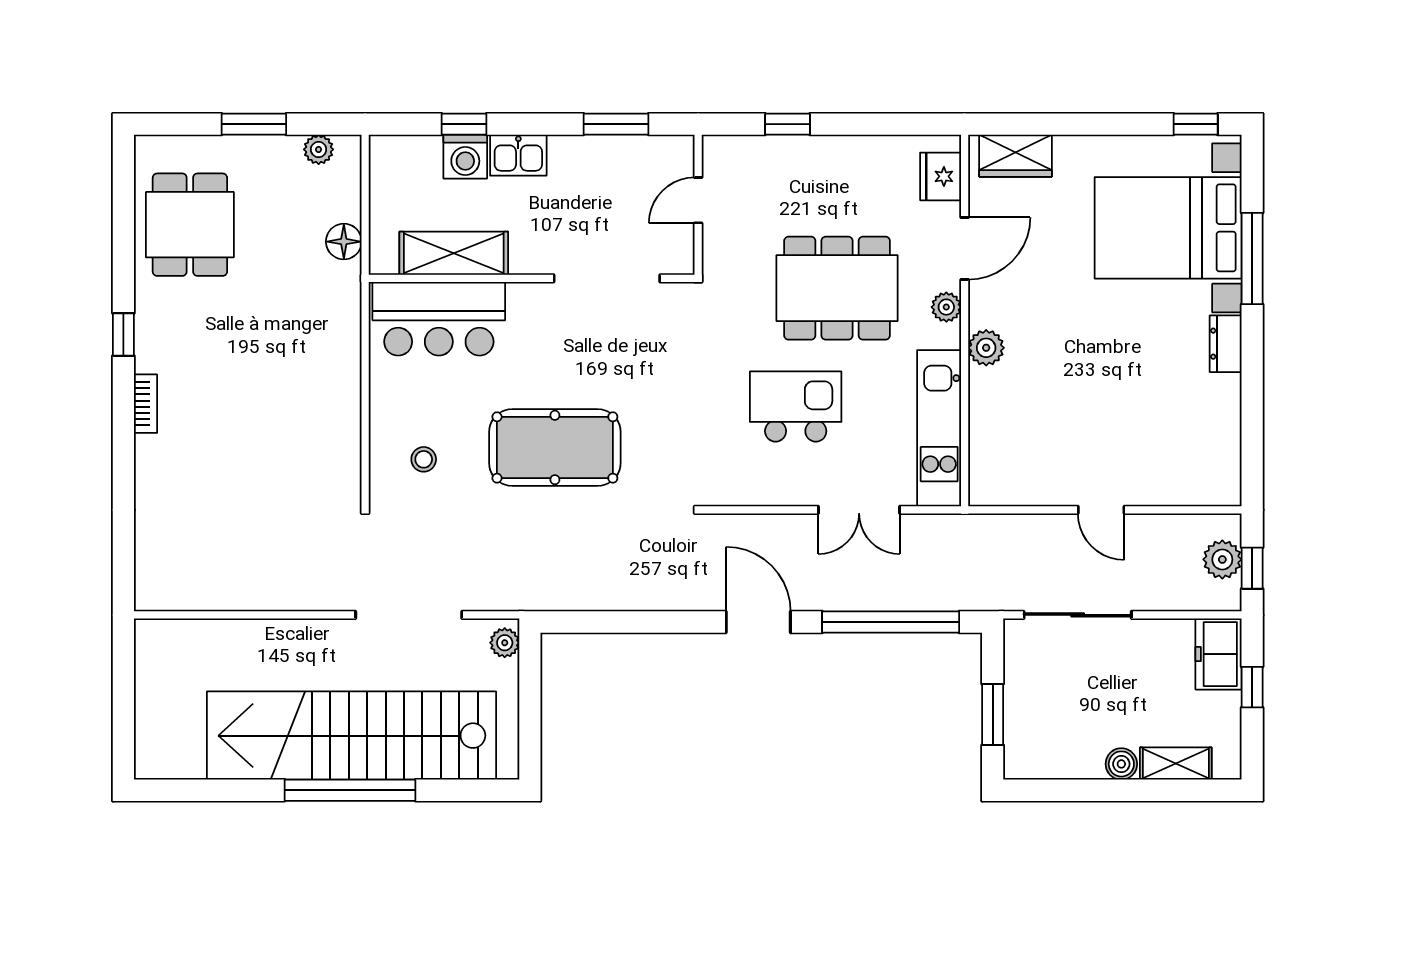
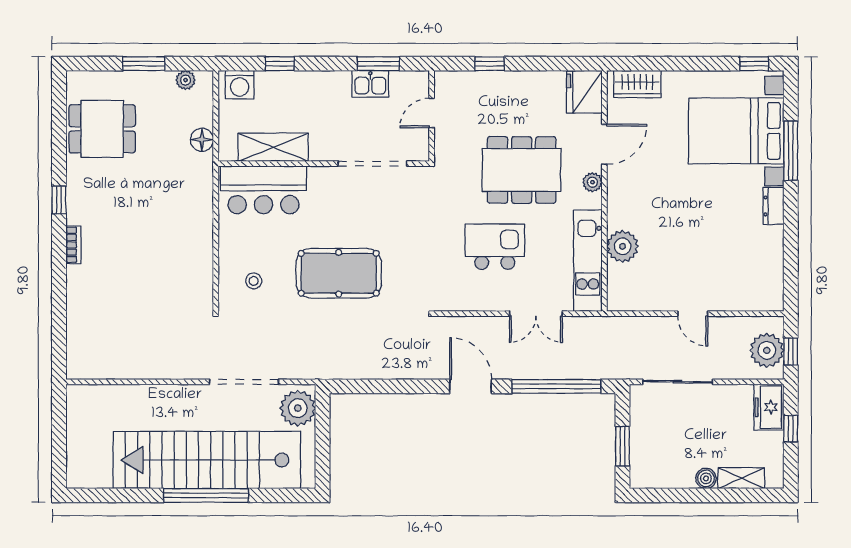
kitchen sink: (518, 155) -> (370, 84), moved
washing machine: (465, 157) -> (240, 85), moved
fridge: (941, 176) -> (584, 92), width x1.36, depth x1.34
dining table: (190, 225) -> (102, 129), turned 90
plant: (986, 348) -> (622, 246), moved, width x1.36, depth x1.36
plant: (1222, 559) -> (767, 350), width x1.36, depth x1.36
plant: (505, 643) -> (298, 408), width x1.88, depth x1.88

